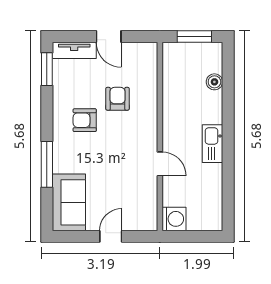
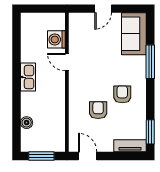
door: (109, 36) -> (88, 156), moved
armchair: (118, 99) -> (98, 110), turned 180
armchair: (85, 120) -> (122, 94), turned -90
washing machine: (174, 219) -> (56, 39), moved

